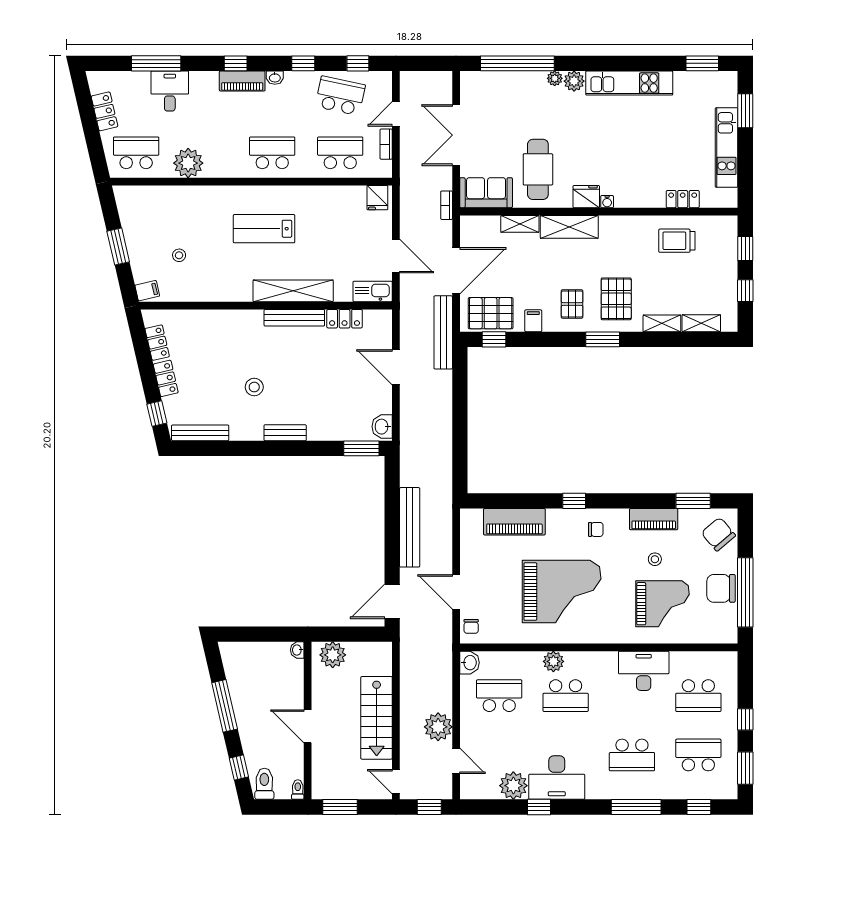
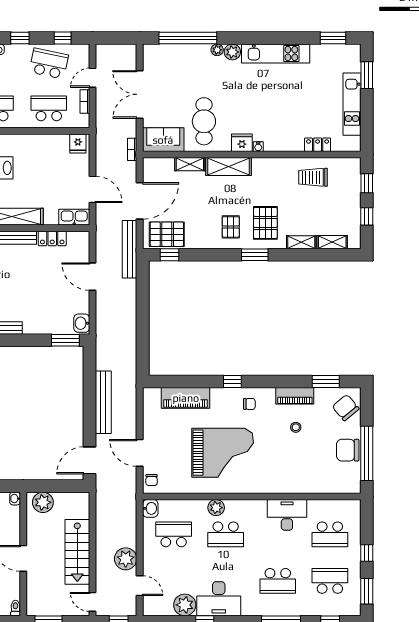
filing cabinet: (533, 321) -> (200, 240), removed
grand piano: (663, 604) -> (302, 462), removed

